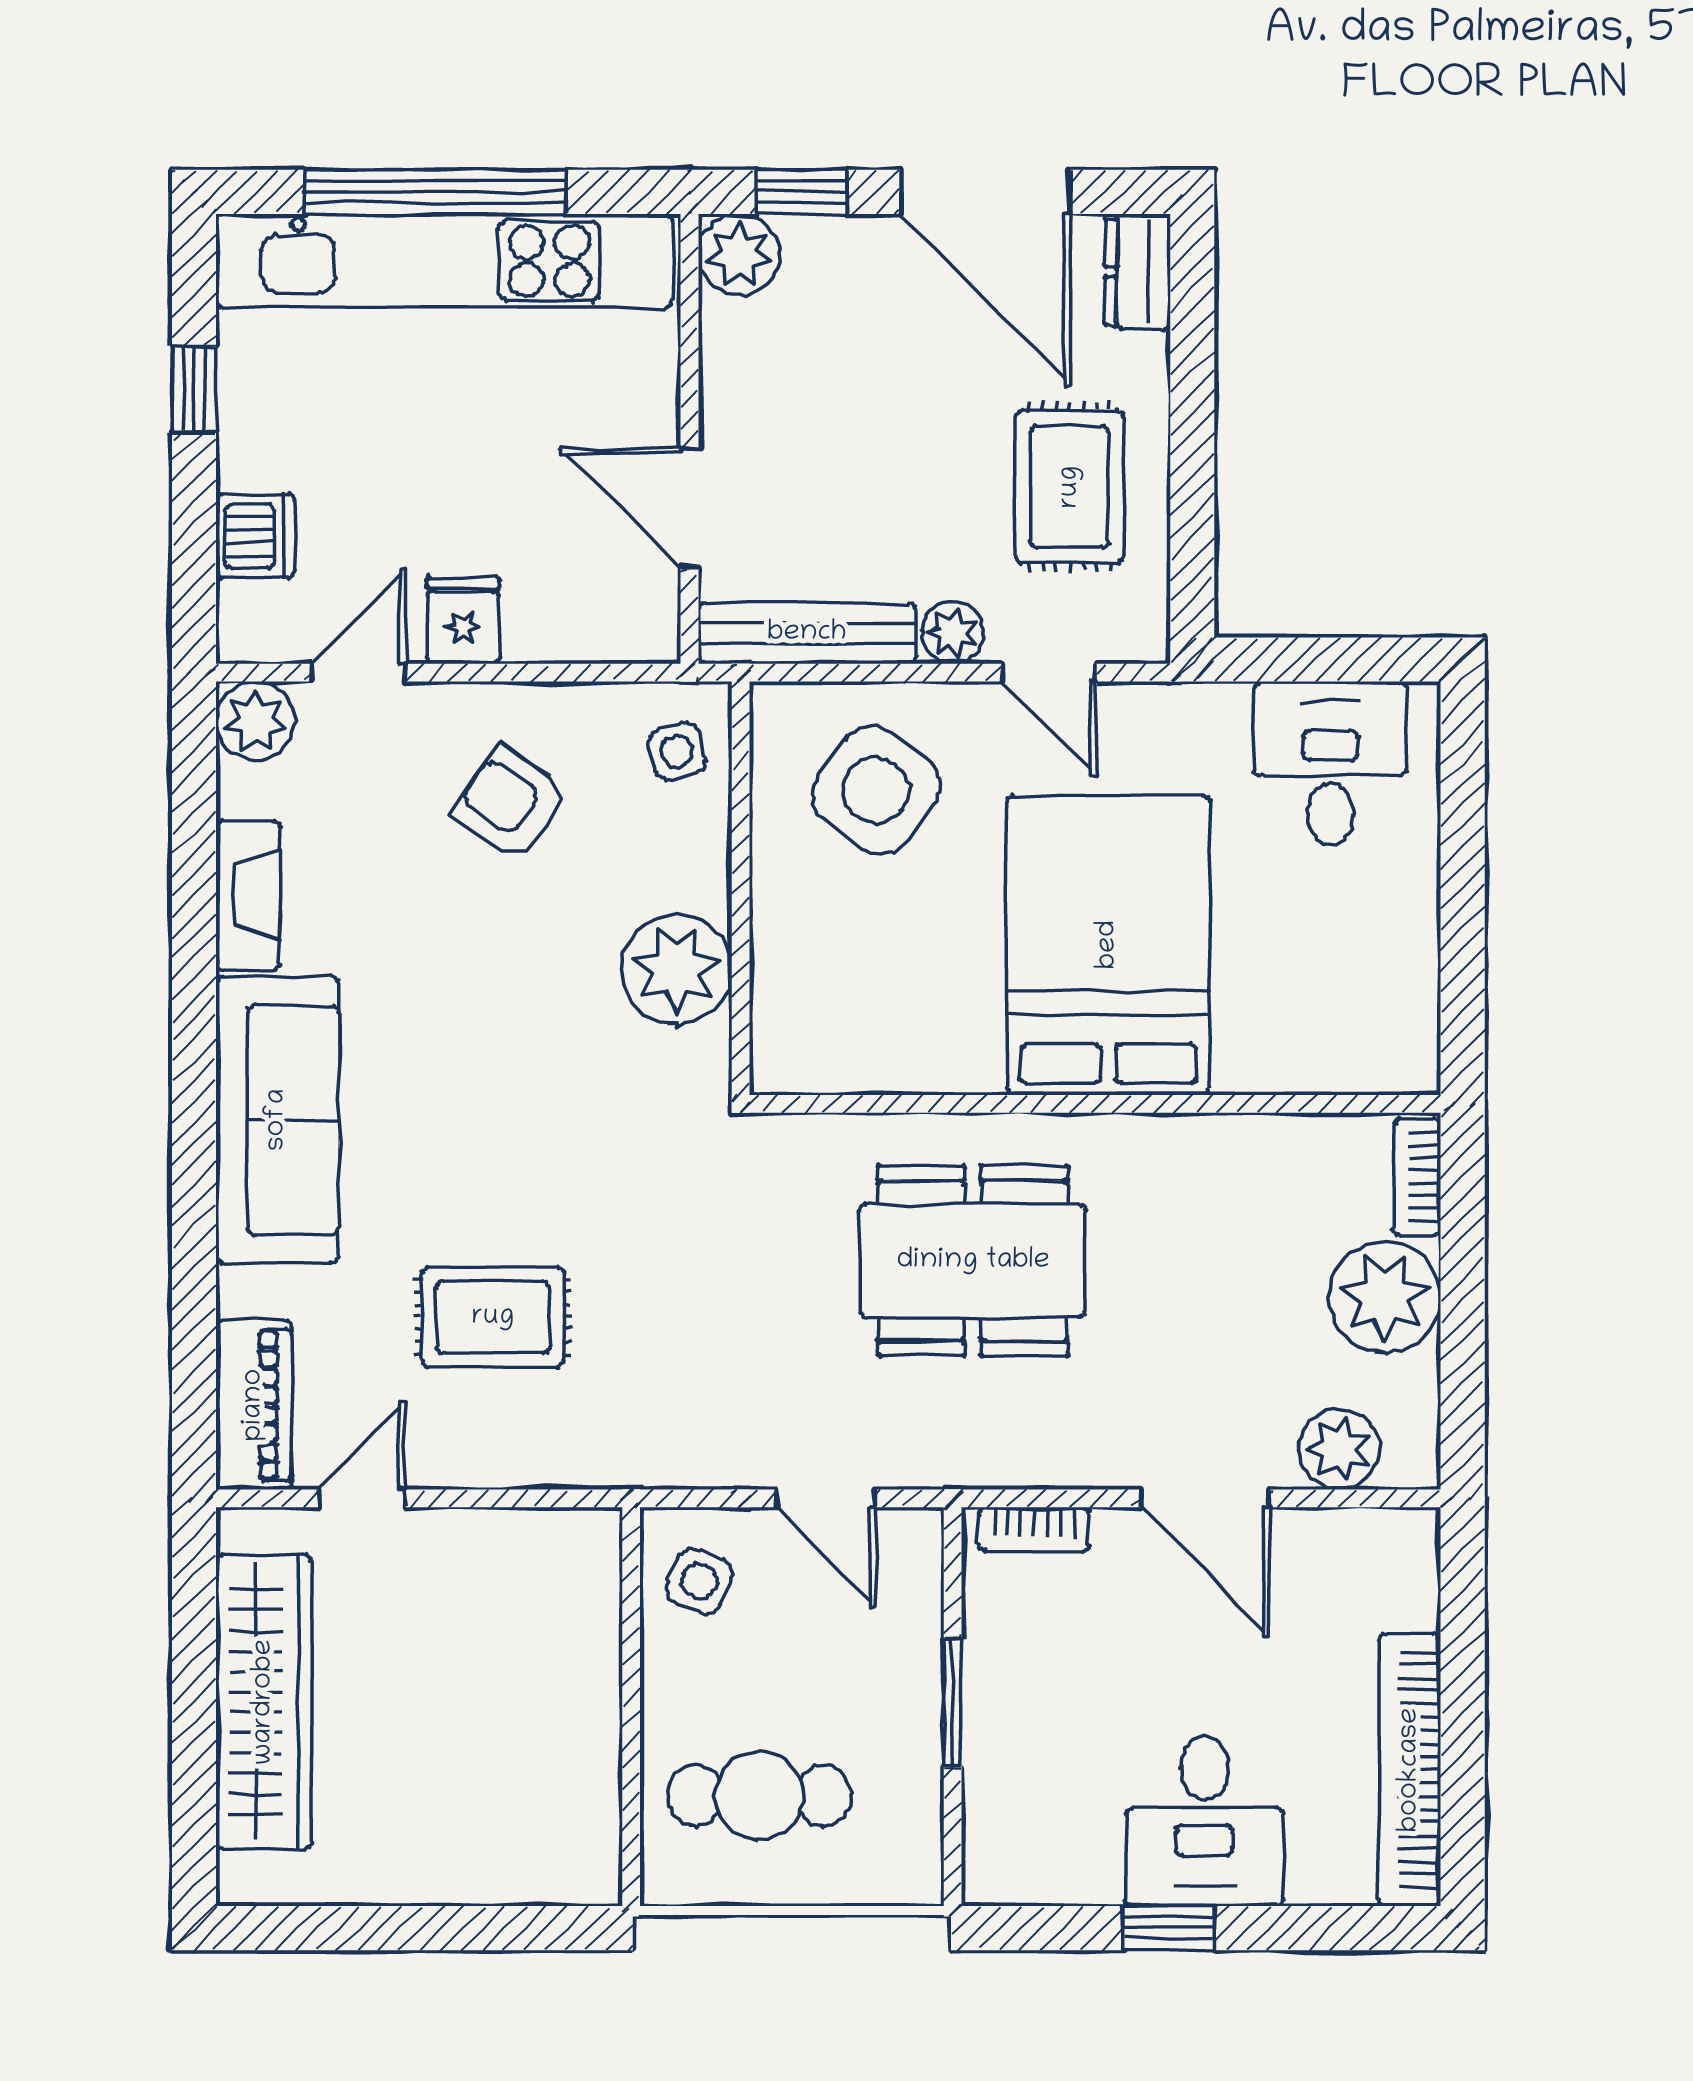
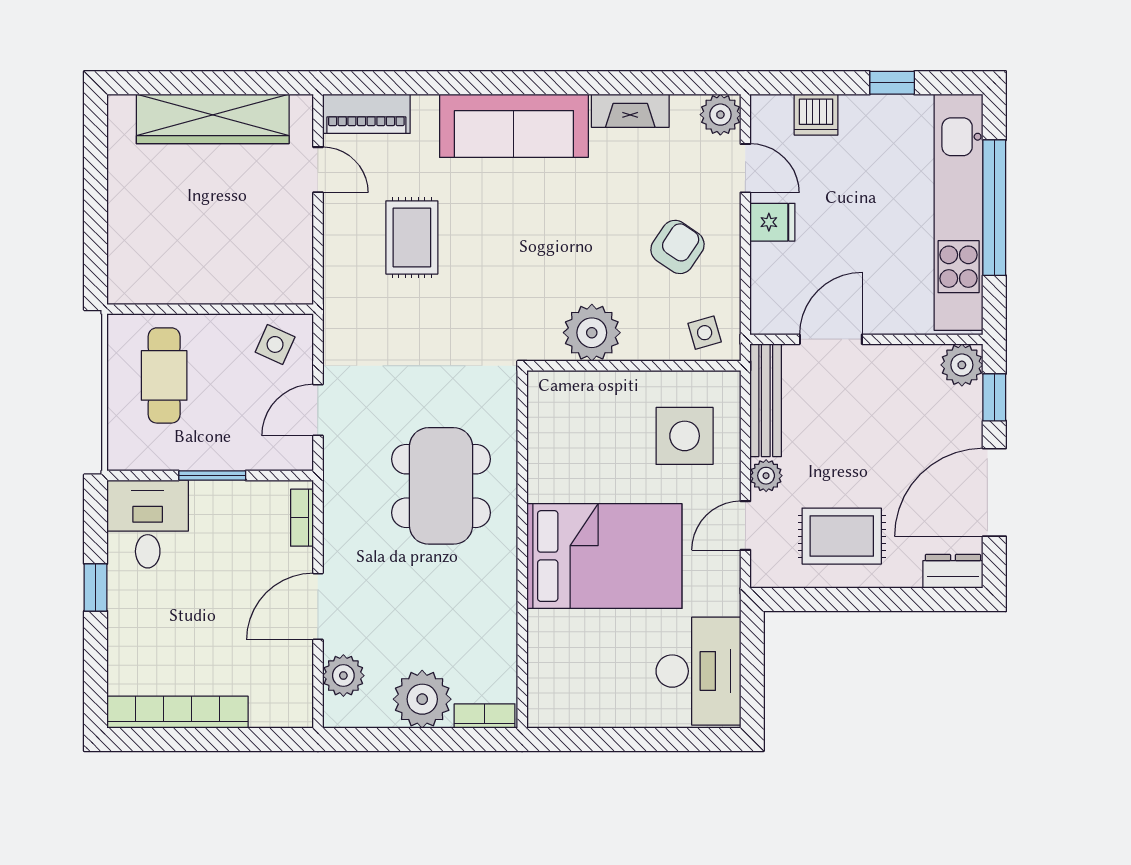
desk: (1330, 763) -> (698, 671), width x1.37
side table: (876, 790) -> (685, 436), turned -36
desk: (1205, 1821) -> (148, 524), moved, turned 90

